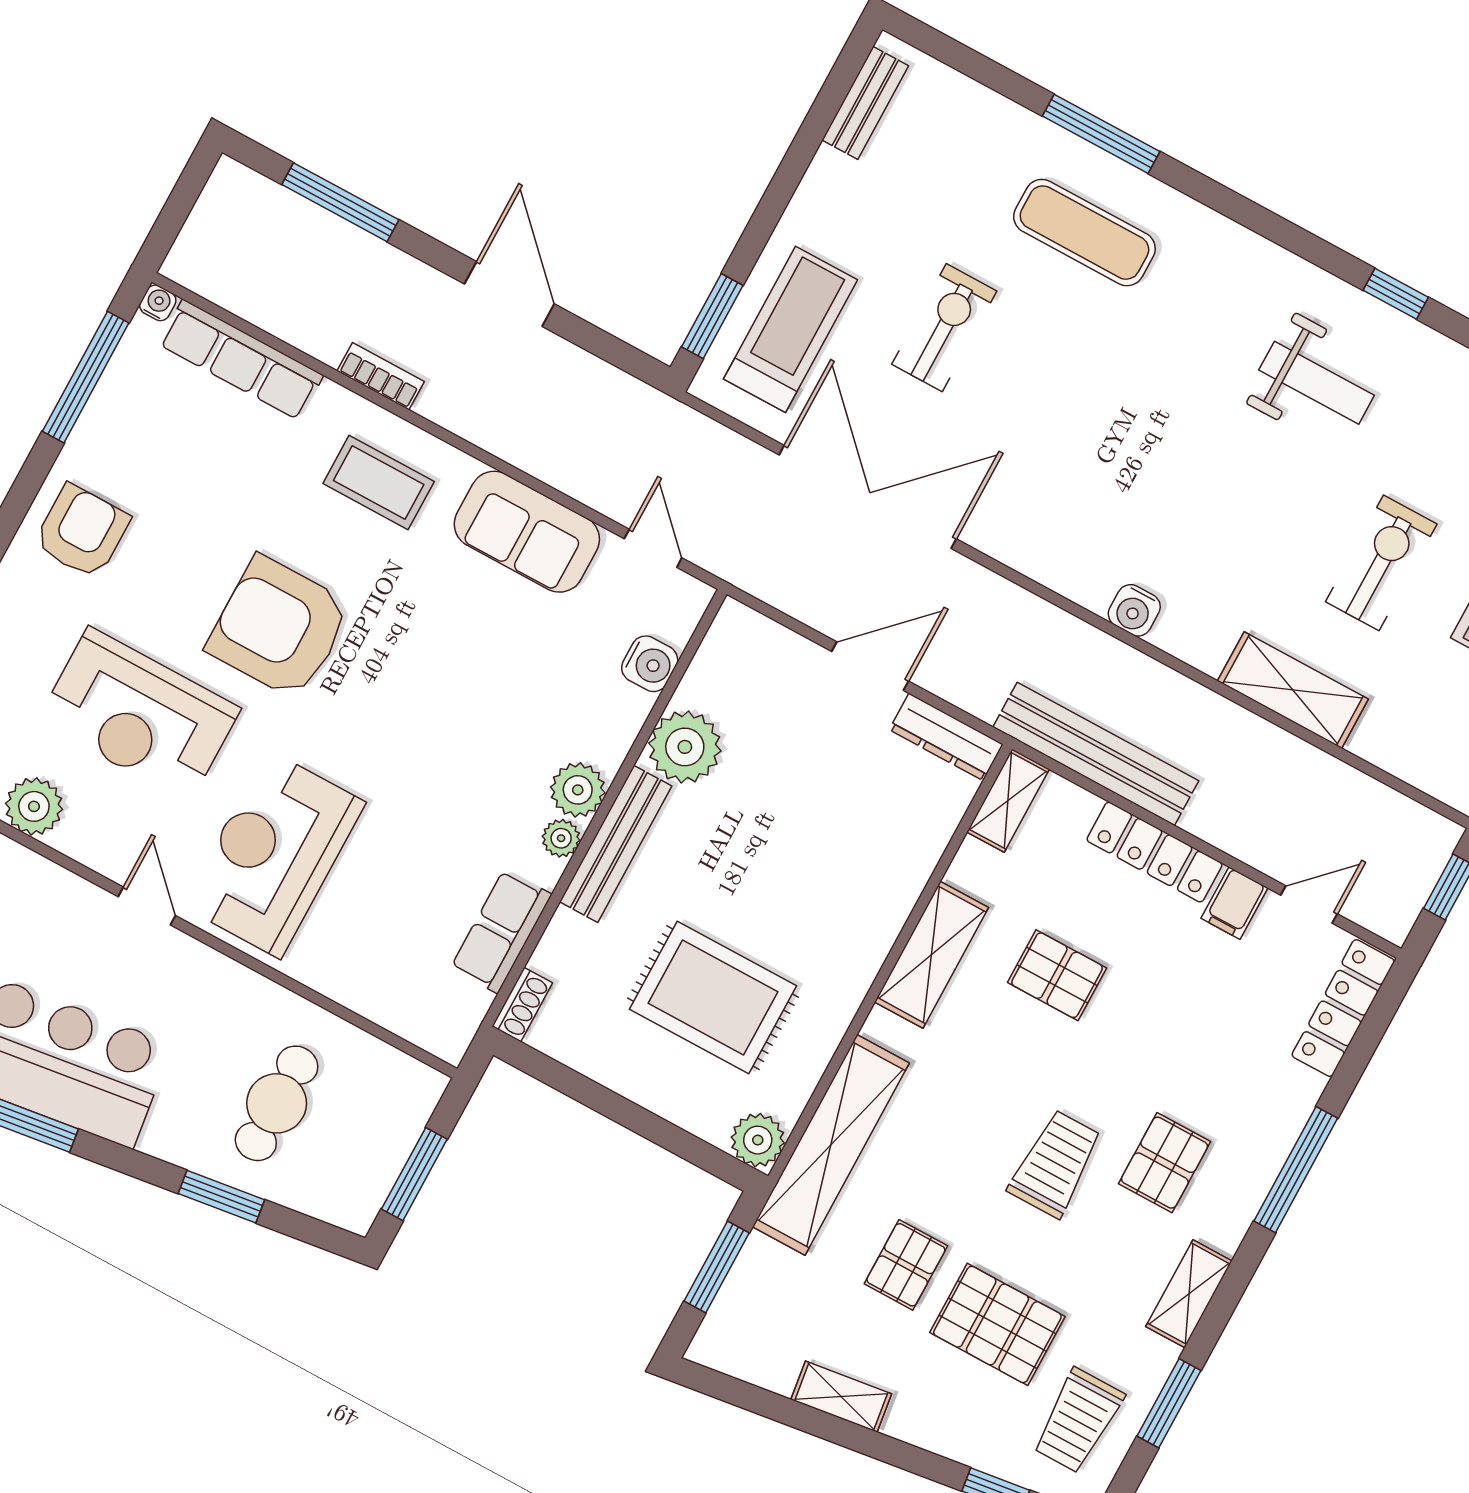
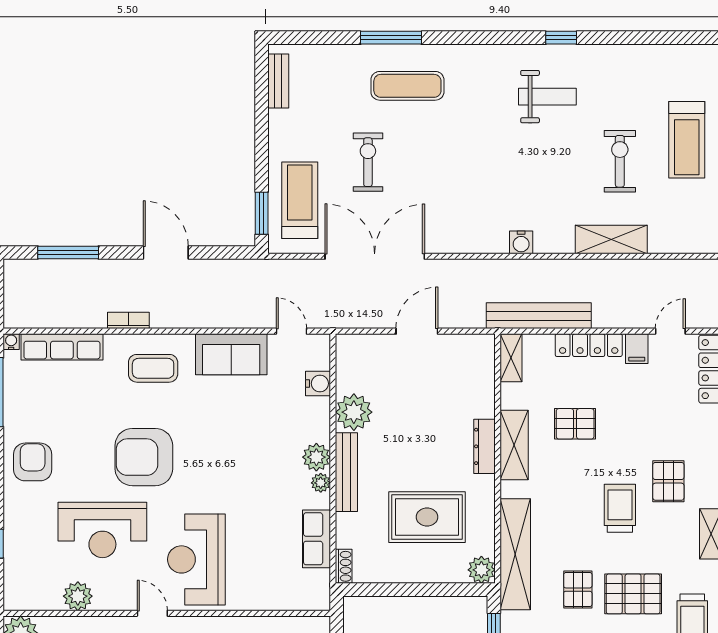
dresser: (946, 737) -> (484, 446), moved, turned 90

